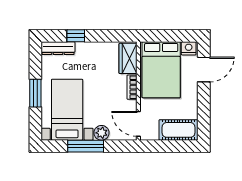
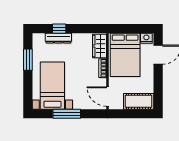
dresser: (58, 48) -> (58, 38), moved
window: (35, 93) -> (28, 60), moved
plant: (102, 133) -> (79, 103), removed

